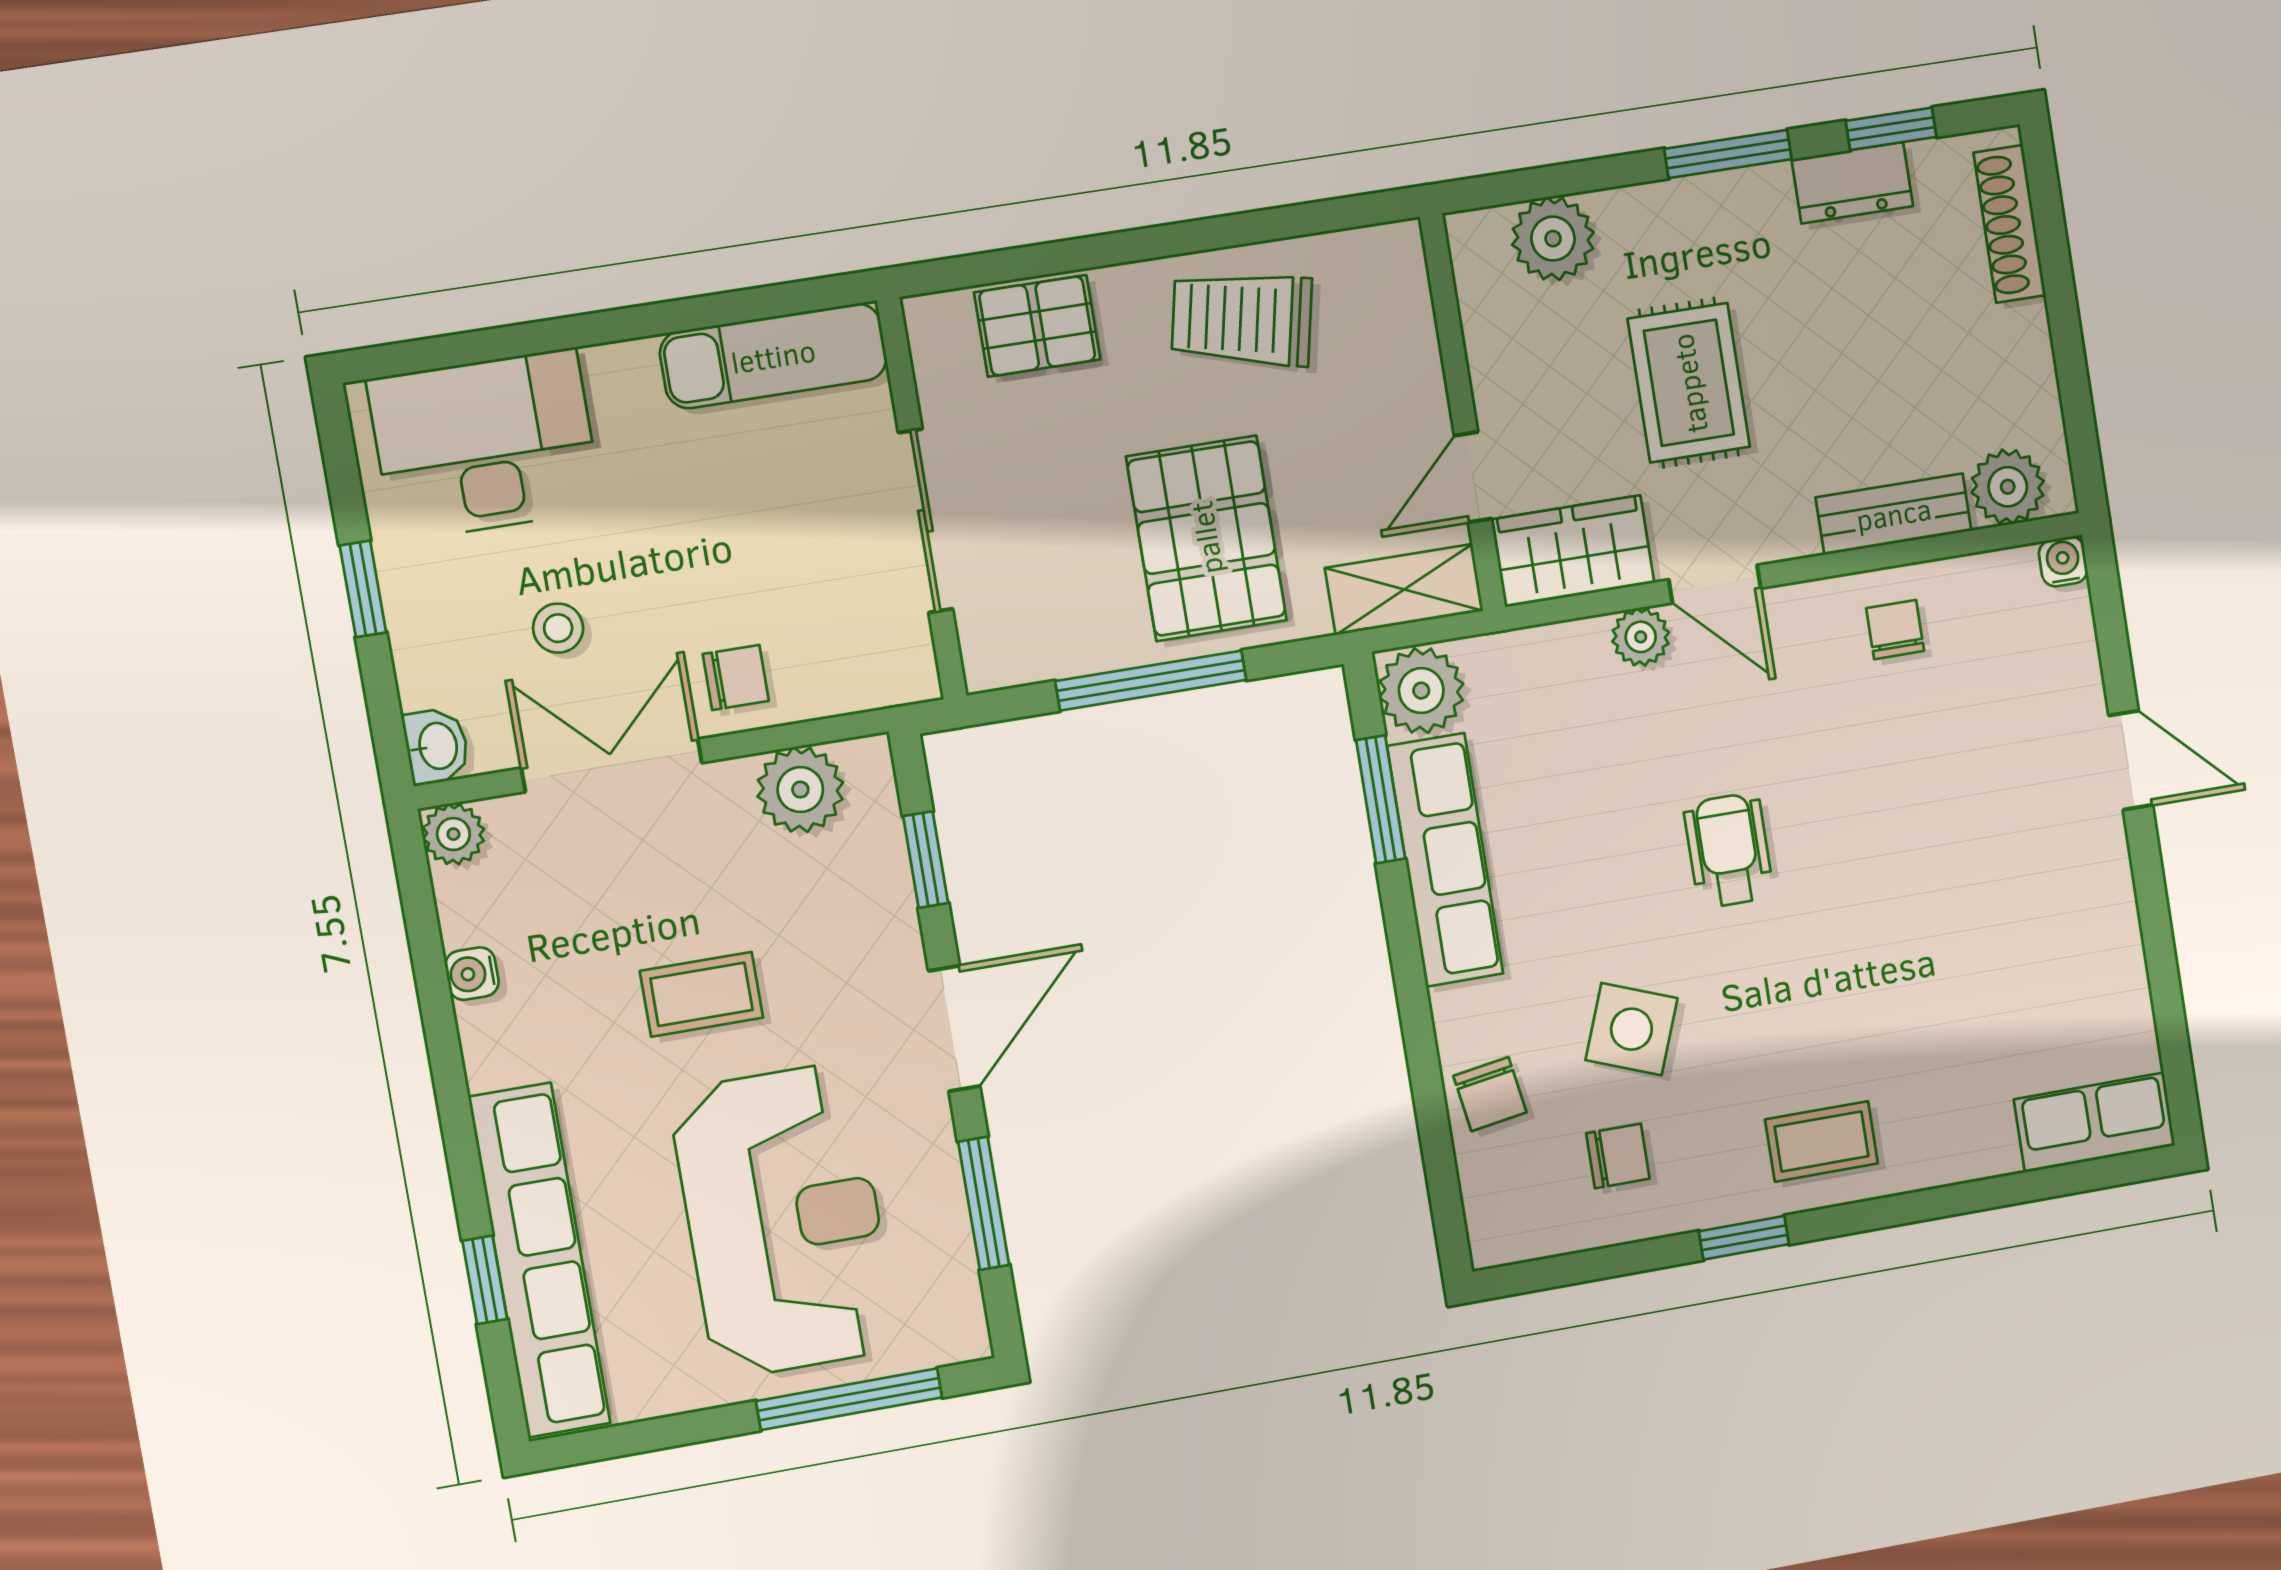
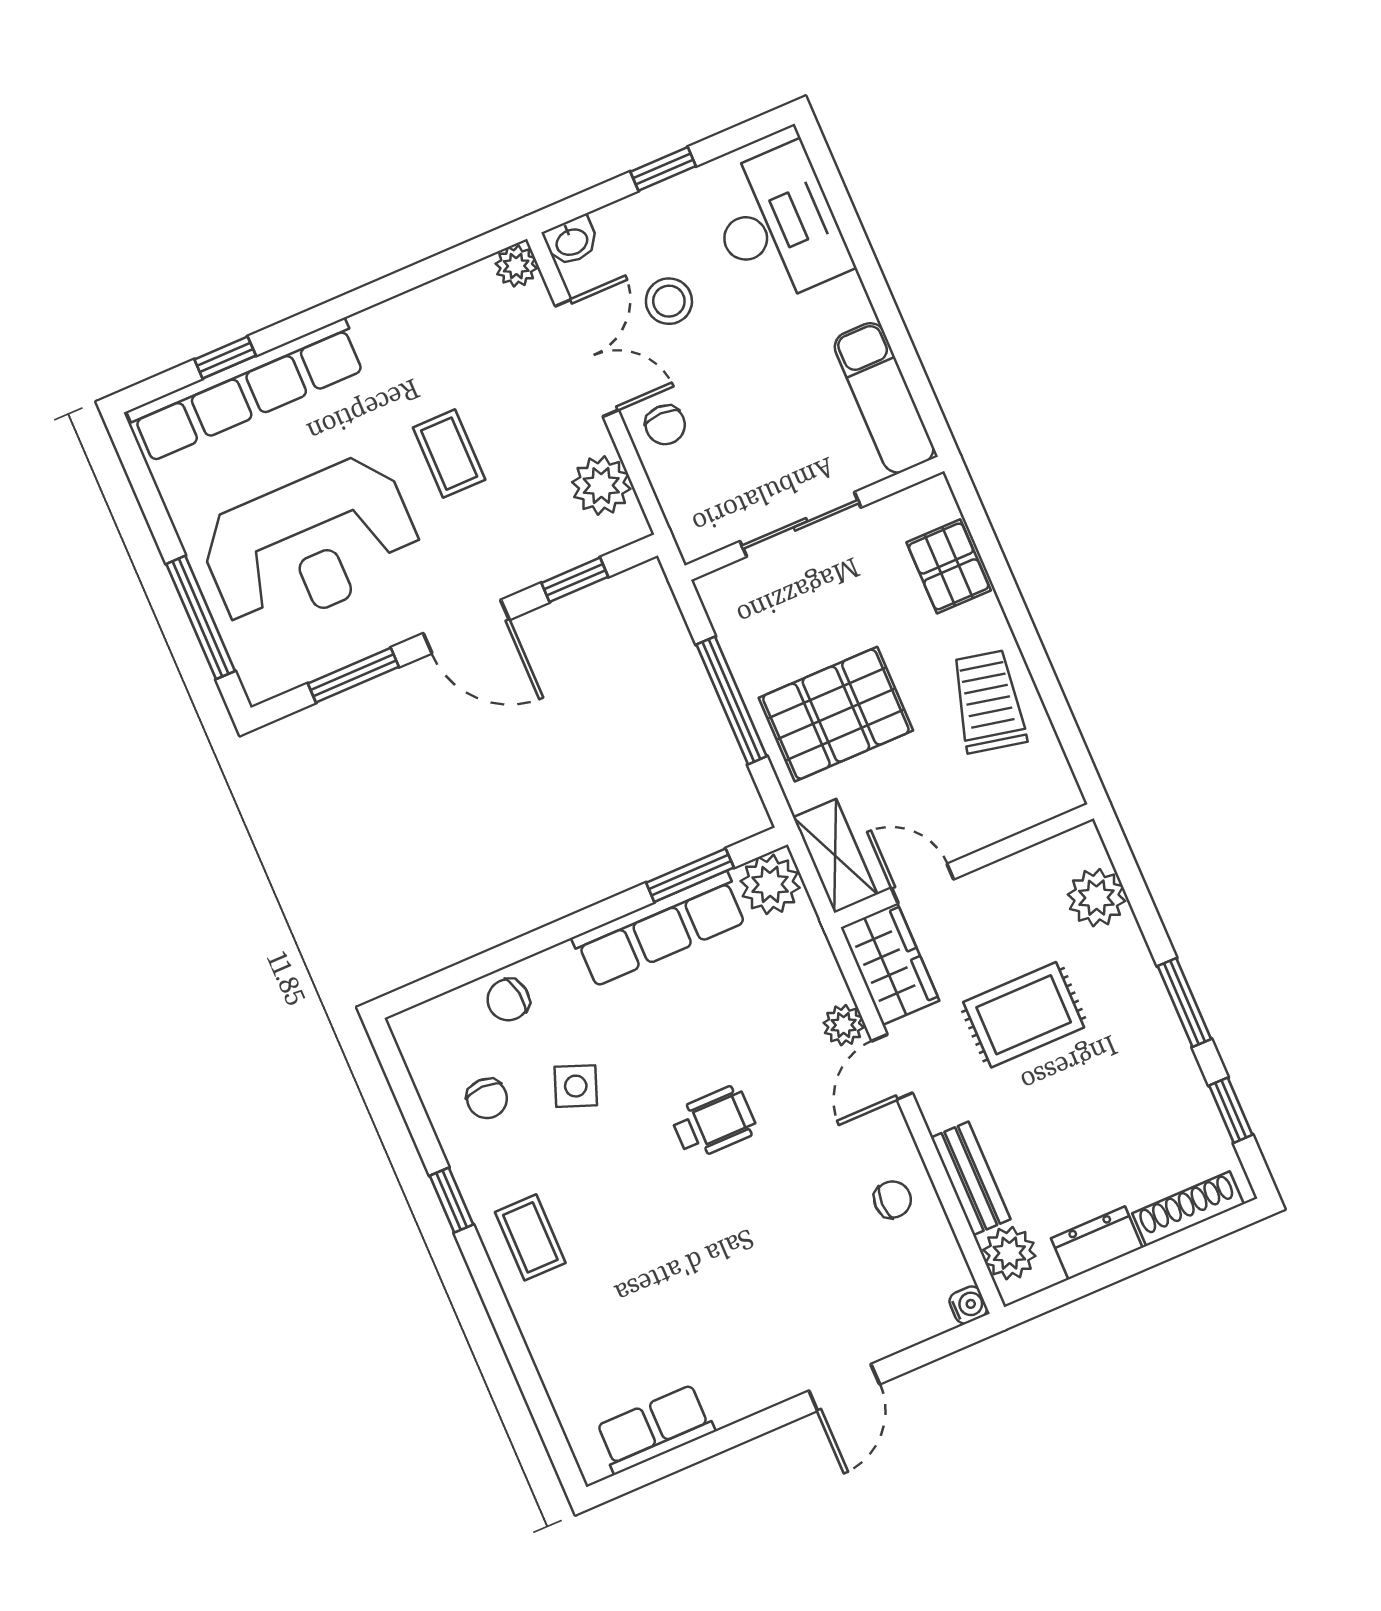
dresser: (1852, 183) -> (1097, 1243), moved, turned 90
stool: (558, 628) -> (669, 301), width x1.37, depth x1.37
water cooler: (472, 974) -> (427, 300), removed
side table: (1631, 1029) -> (576, 1086), width x0.73, depth x0.73
row of seats: (2095, 1122) -> (655, 1429), moved, turned -90

